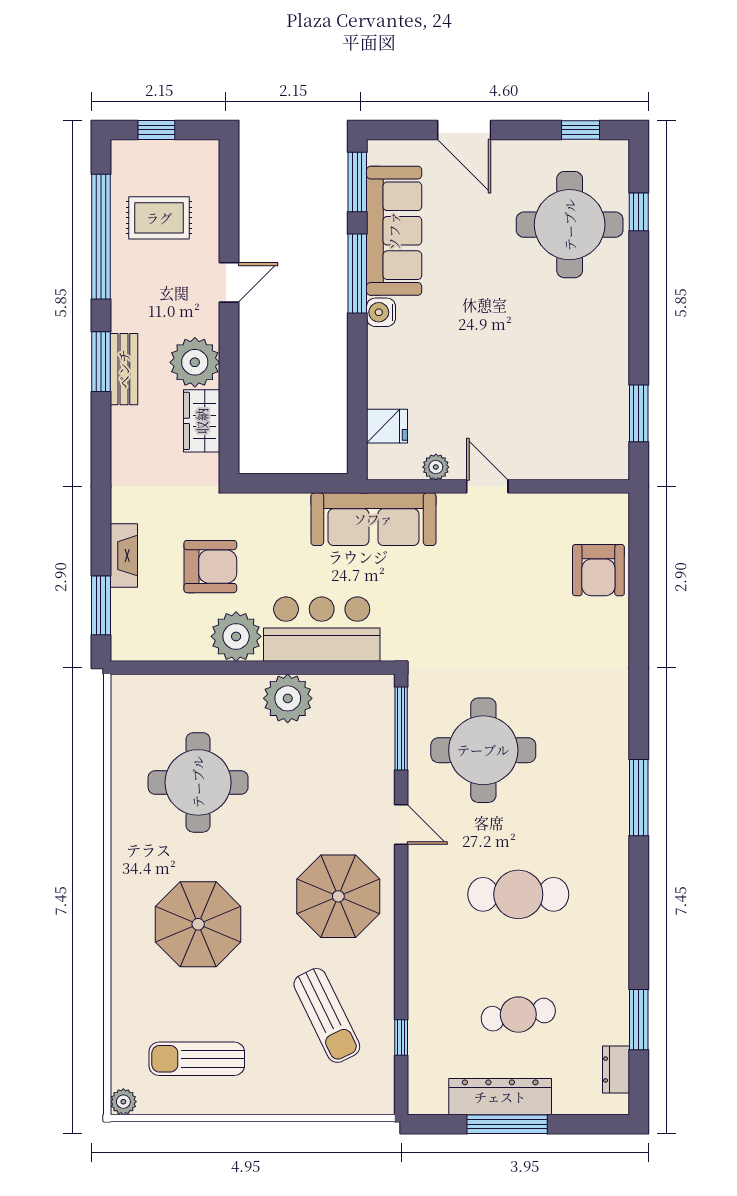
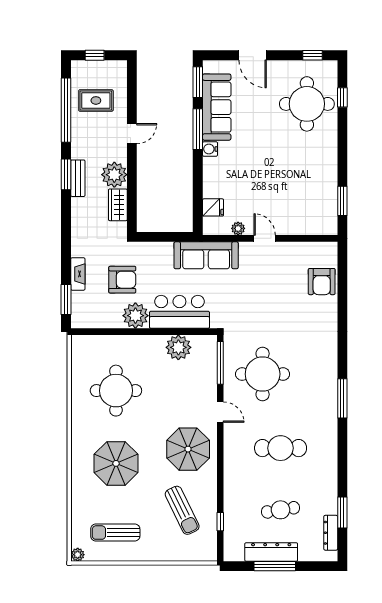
plant: (288, 698) -> (178, 347), moved
dresser: (616, 1070) -> (331, 533), width x1.44

